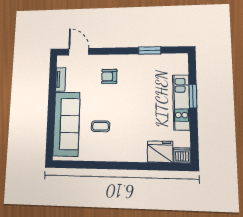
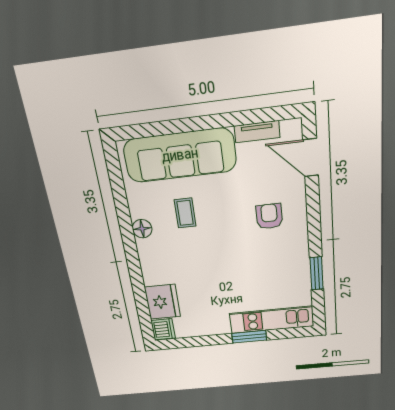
door: (79, 52) -> (311, 158), swing flipped
kitchen unit: (181, 102) -> (272, 320), moved
floor lamp: (107, 155) -> (142, 229), added

